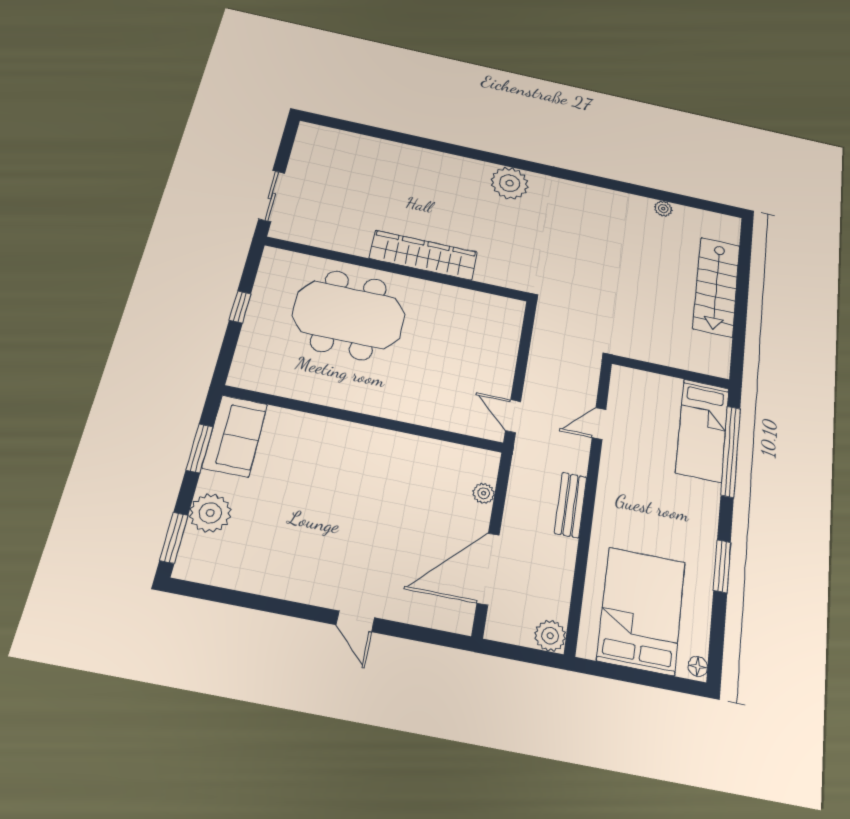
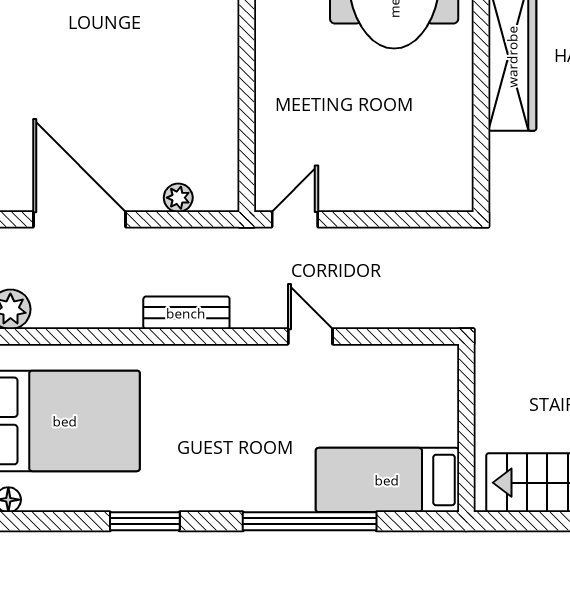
wall: (671, 372) -> (466, 428), moved
bed: (702, 430) -> (387, 480), moved

